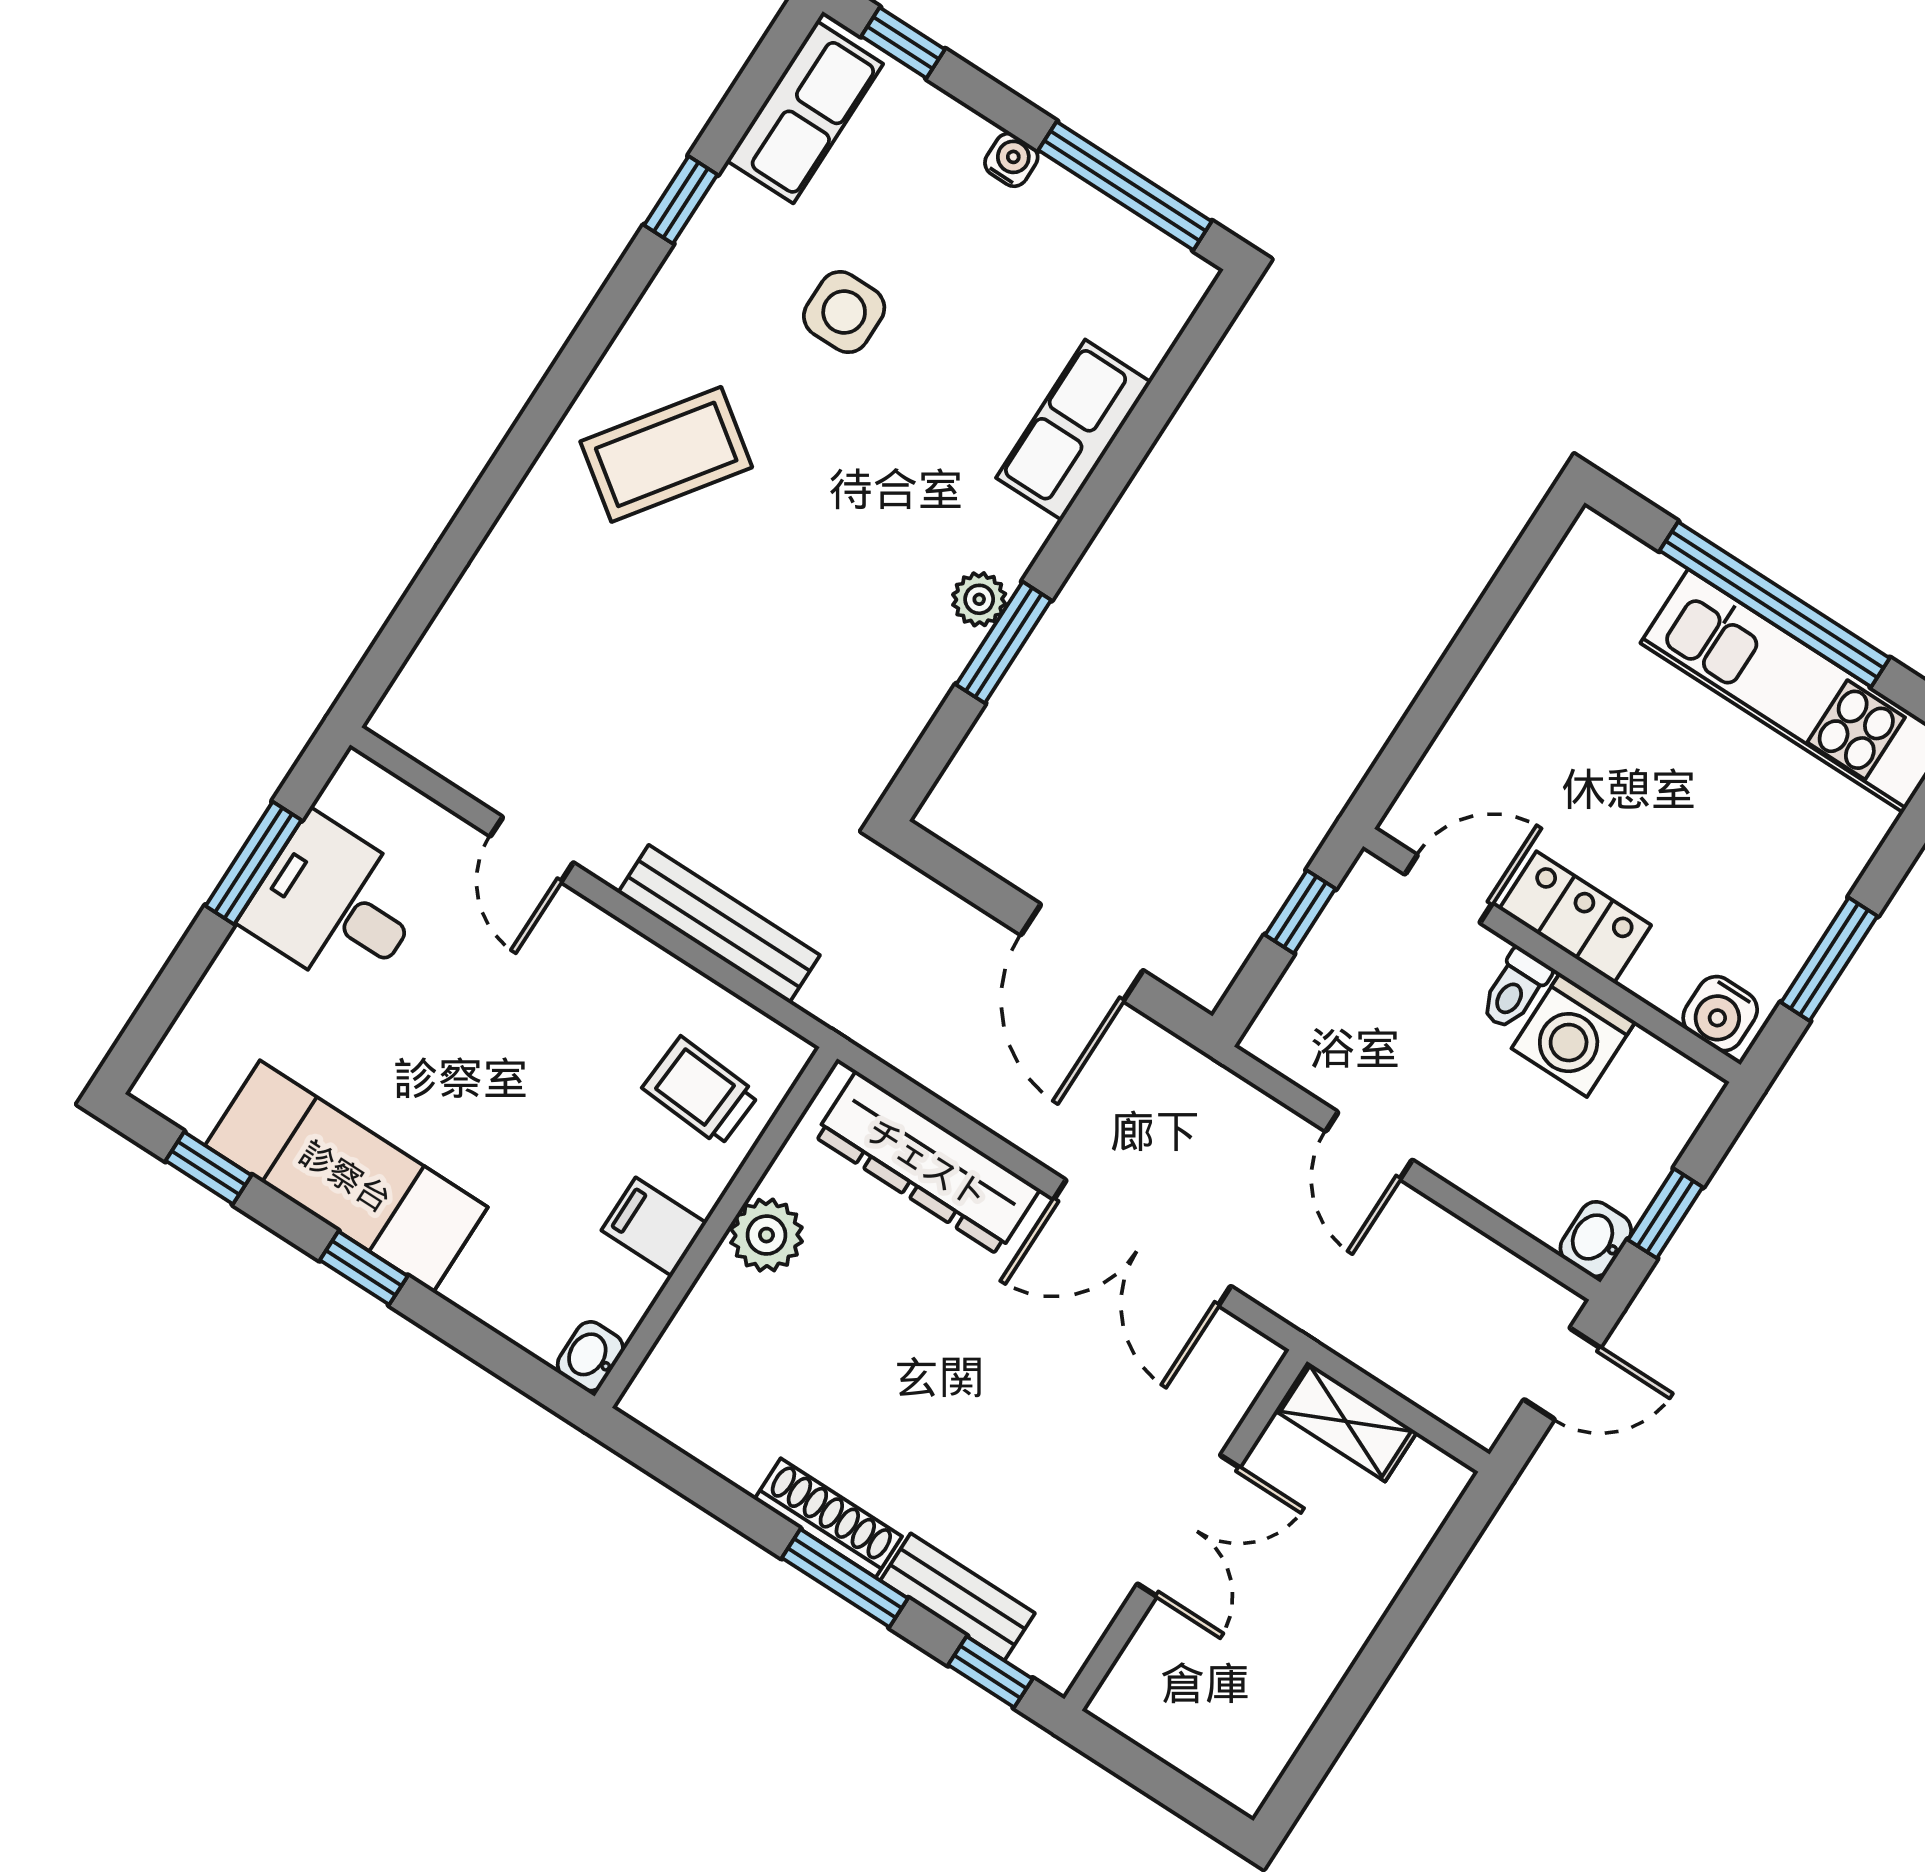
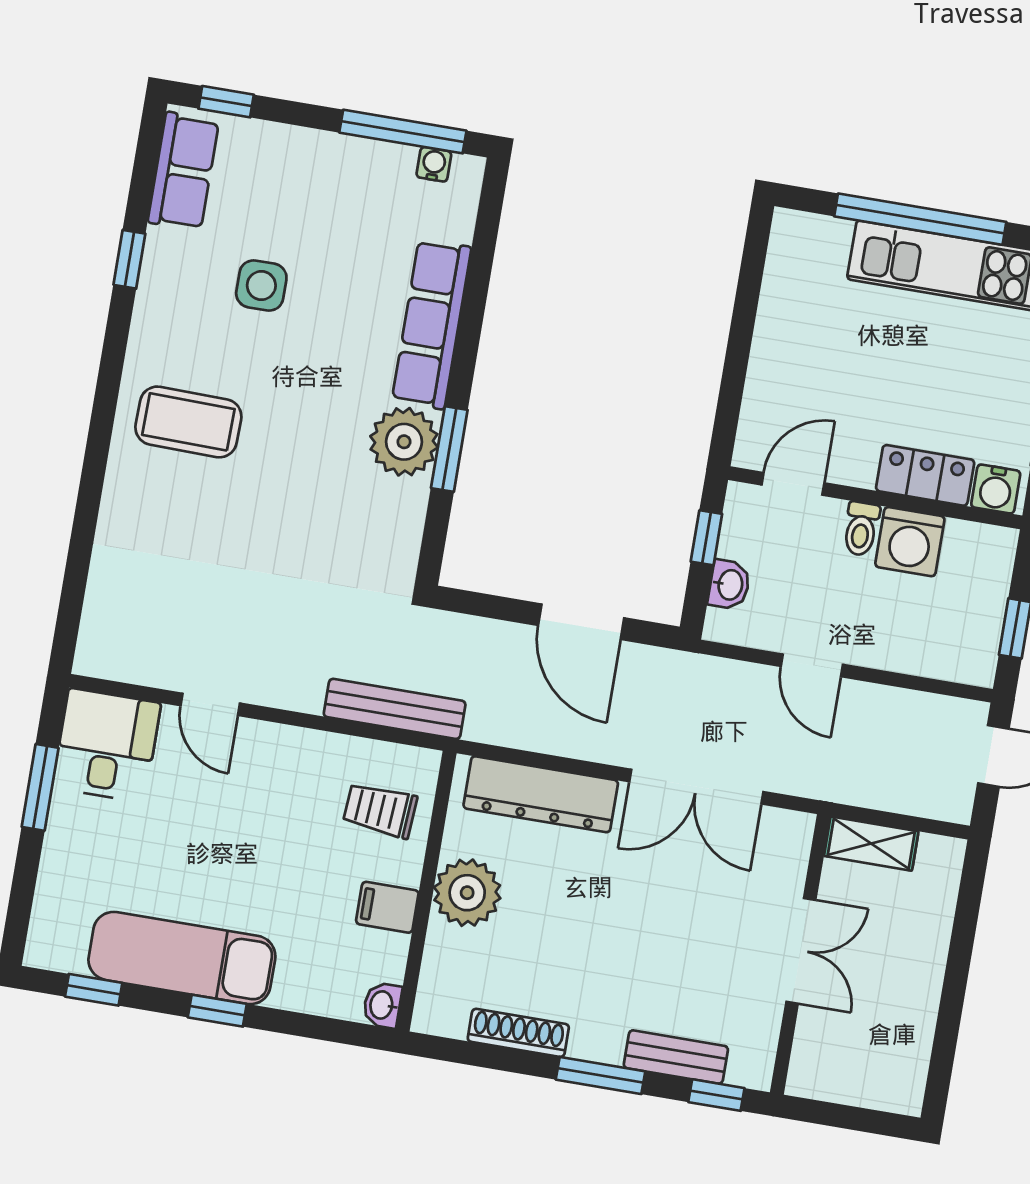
water cooler: (1011, 160) -> (434, 164), moved
row of seats: (1074, 430) -> (432, 324), width x1.48
coffee table: (666, 454) -> (188, 422), turned 55
plant: (979, 599) -> (404, 442), width x1.87, depth x1.87
desk: (335, 905) -> (107, 745), moved, turned 90
locker: (1575, 917) -> (925, 475), moved
bench: (719, 924) -> (395, 709), moved
plant: (766, 1235) -> (467, 893), width x1.36, depth x1.36
washbasin: (1596, 1239) -> (729, 585), moved, turned 180
shoe rack: (828, 1518) -> (518, 1033), moved

